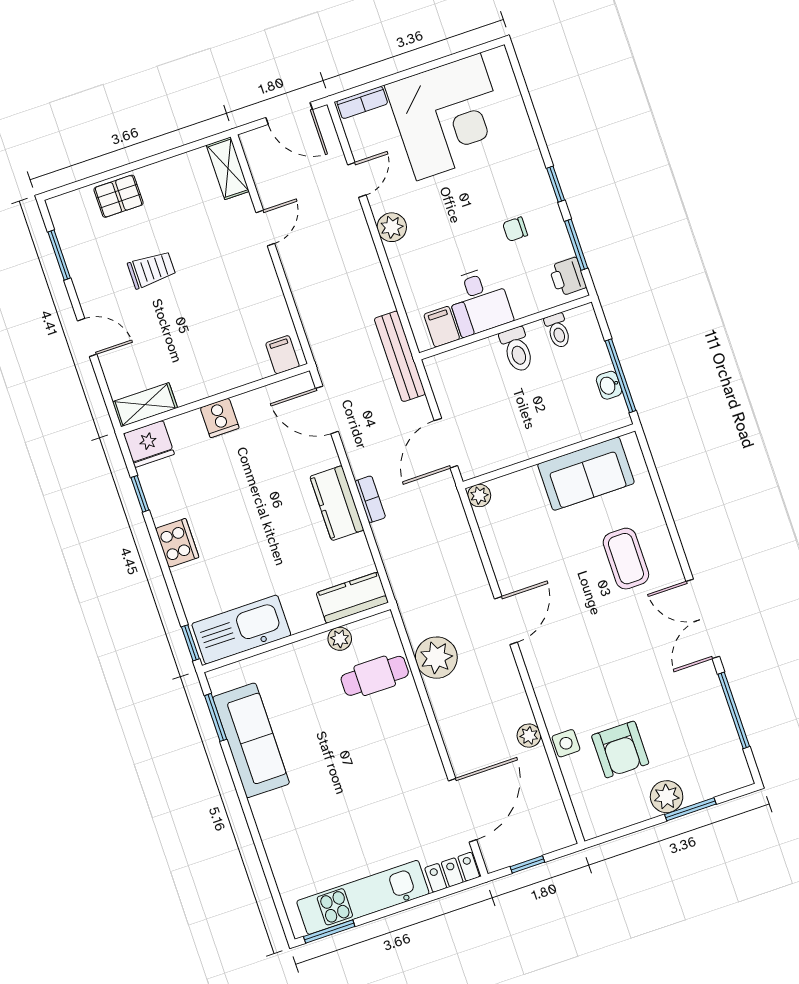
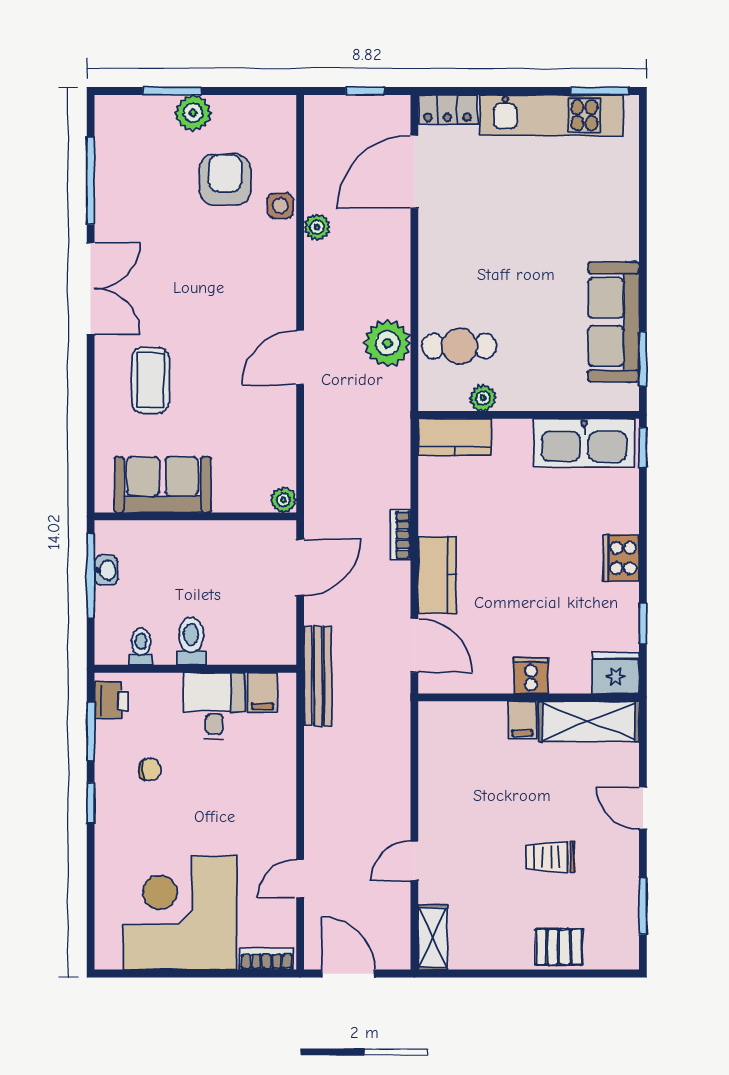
plant: (392, 227) -> (280, 816), removed
filing cabinet: (282, 355) -> (522, 720), moved
shelving: (145, 405) -> (589, 721), width x1.50, depth x1.33
kitchen counter: (337, 503) -> (437, 575), moved

